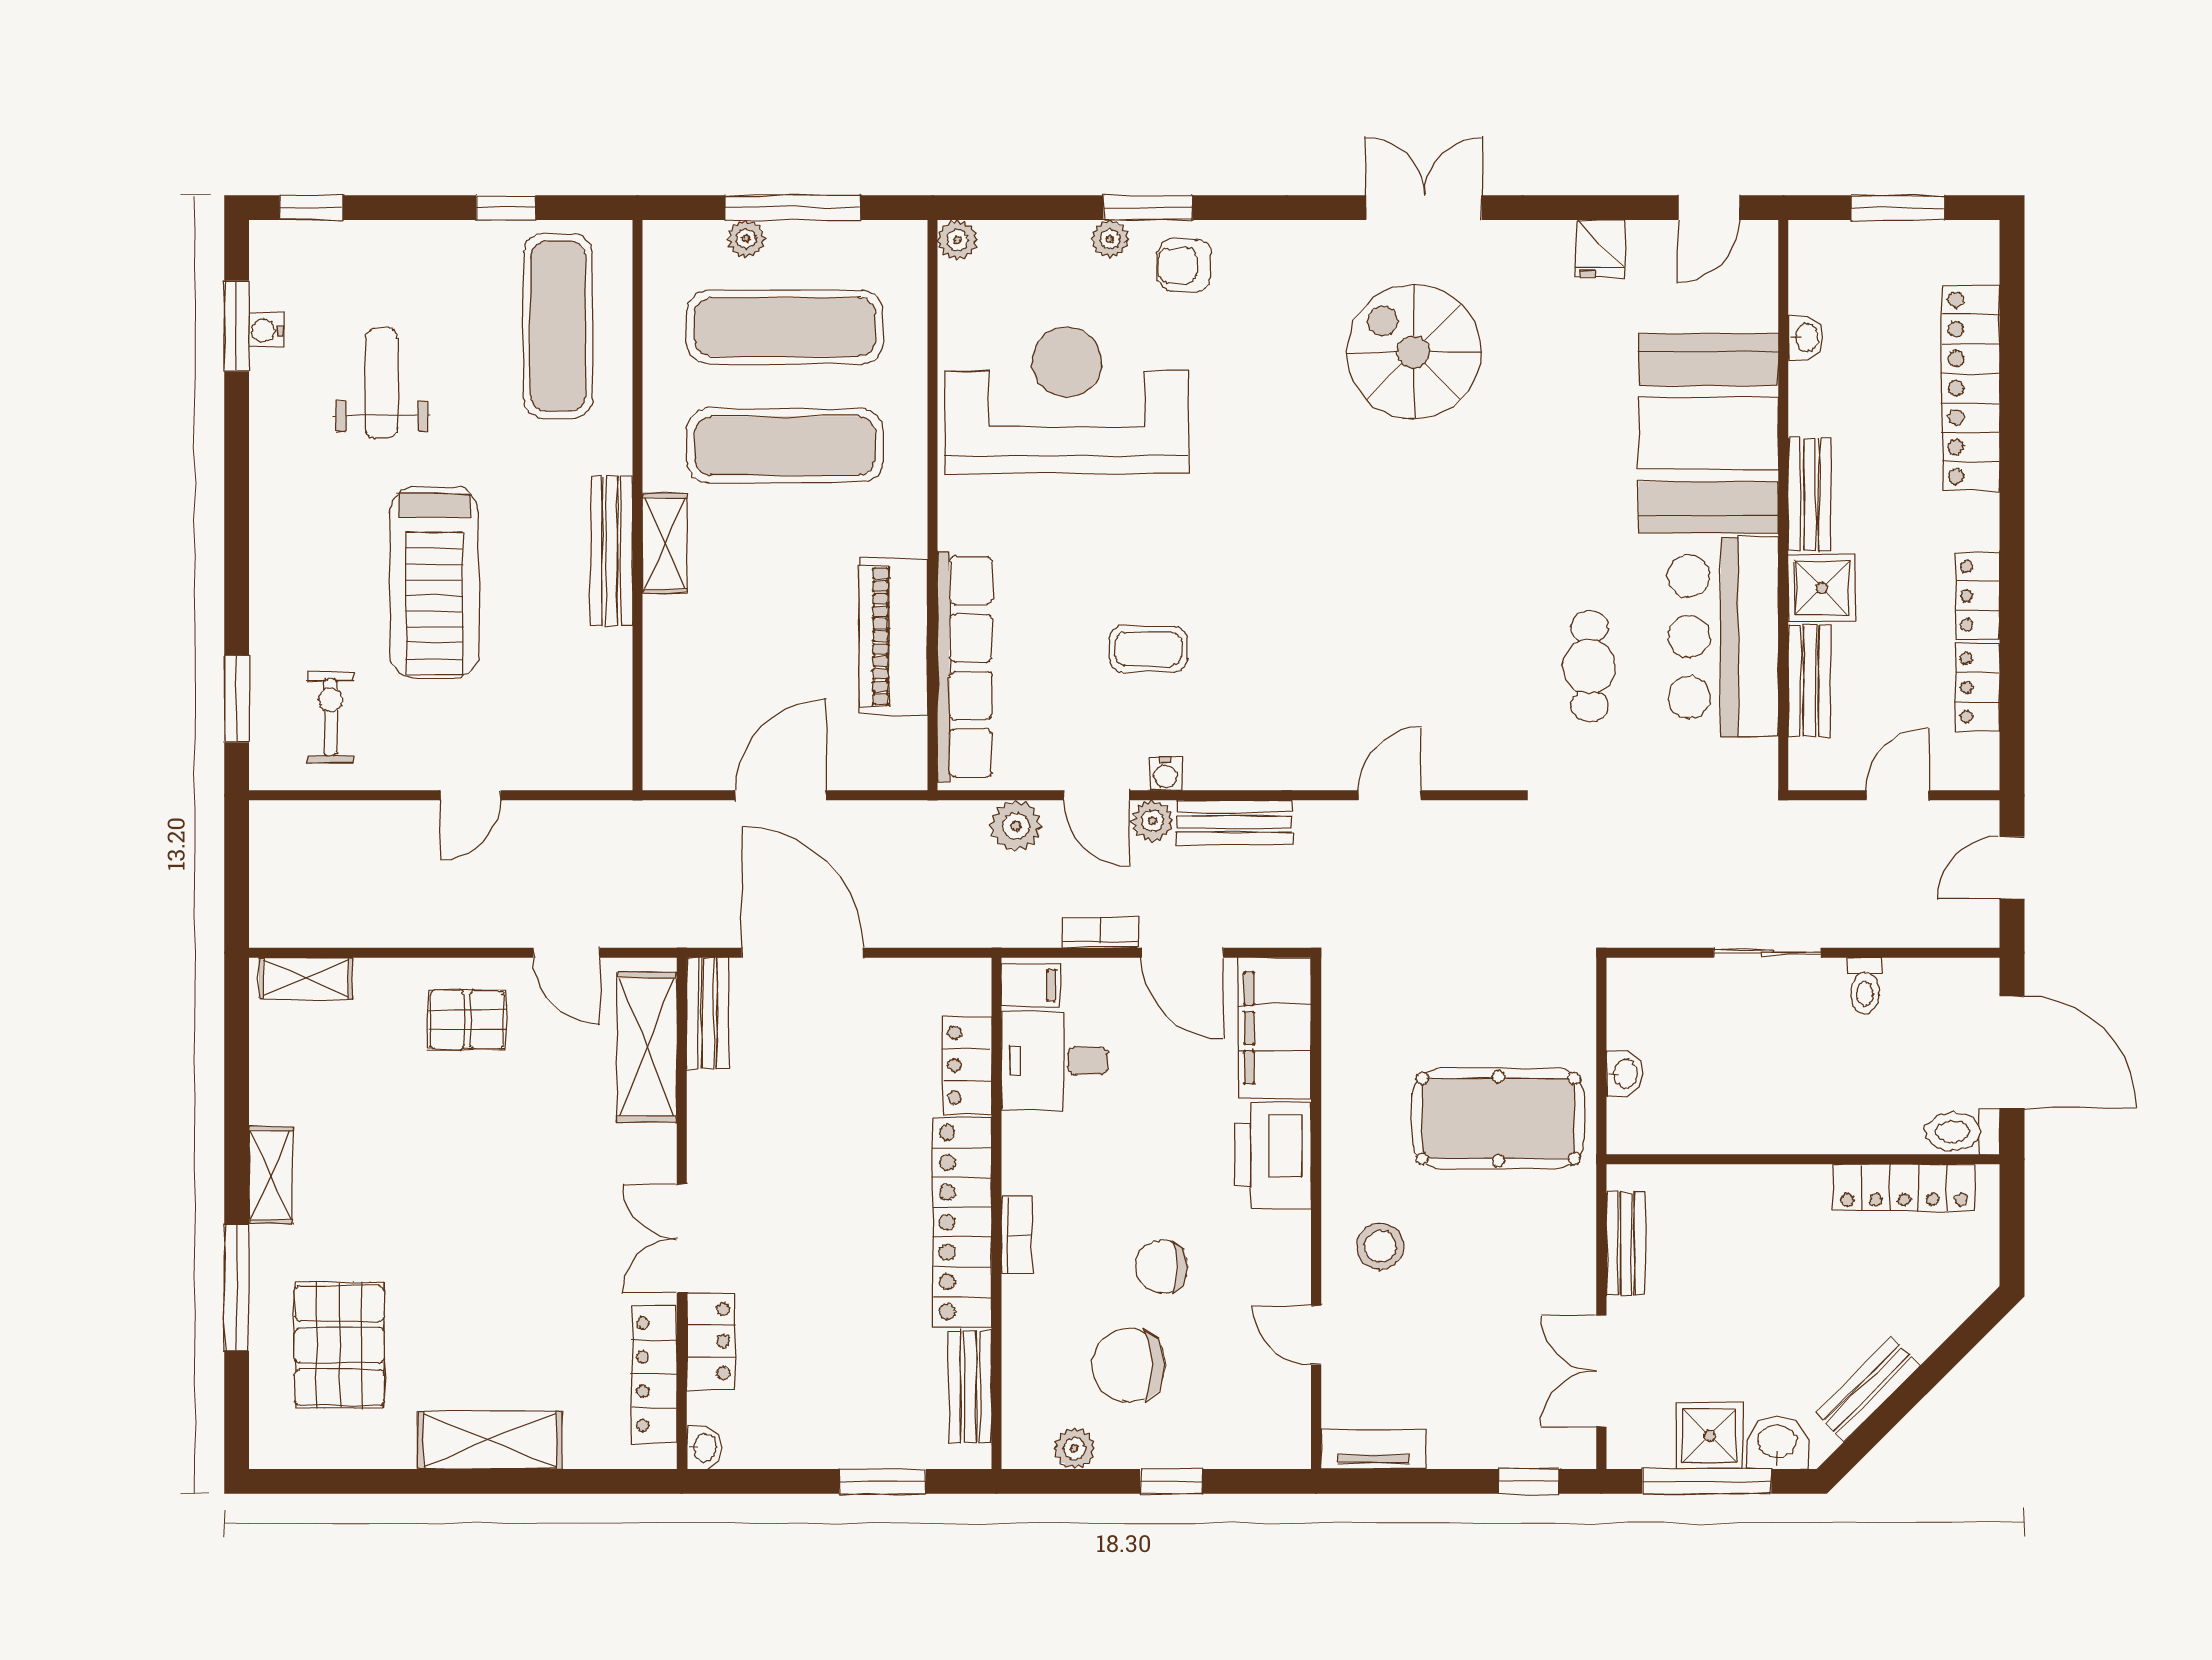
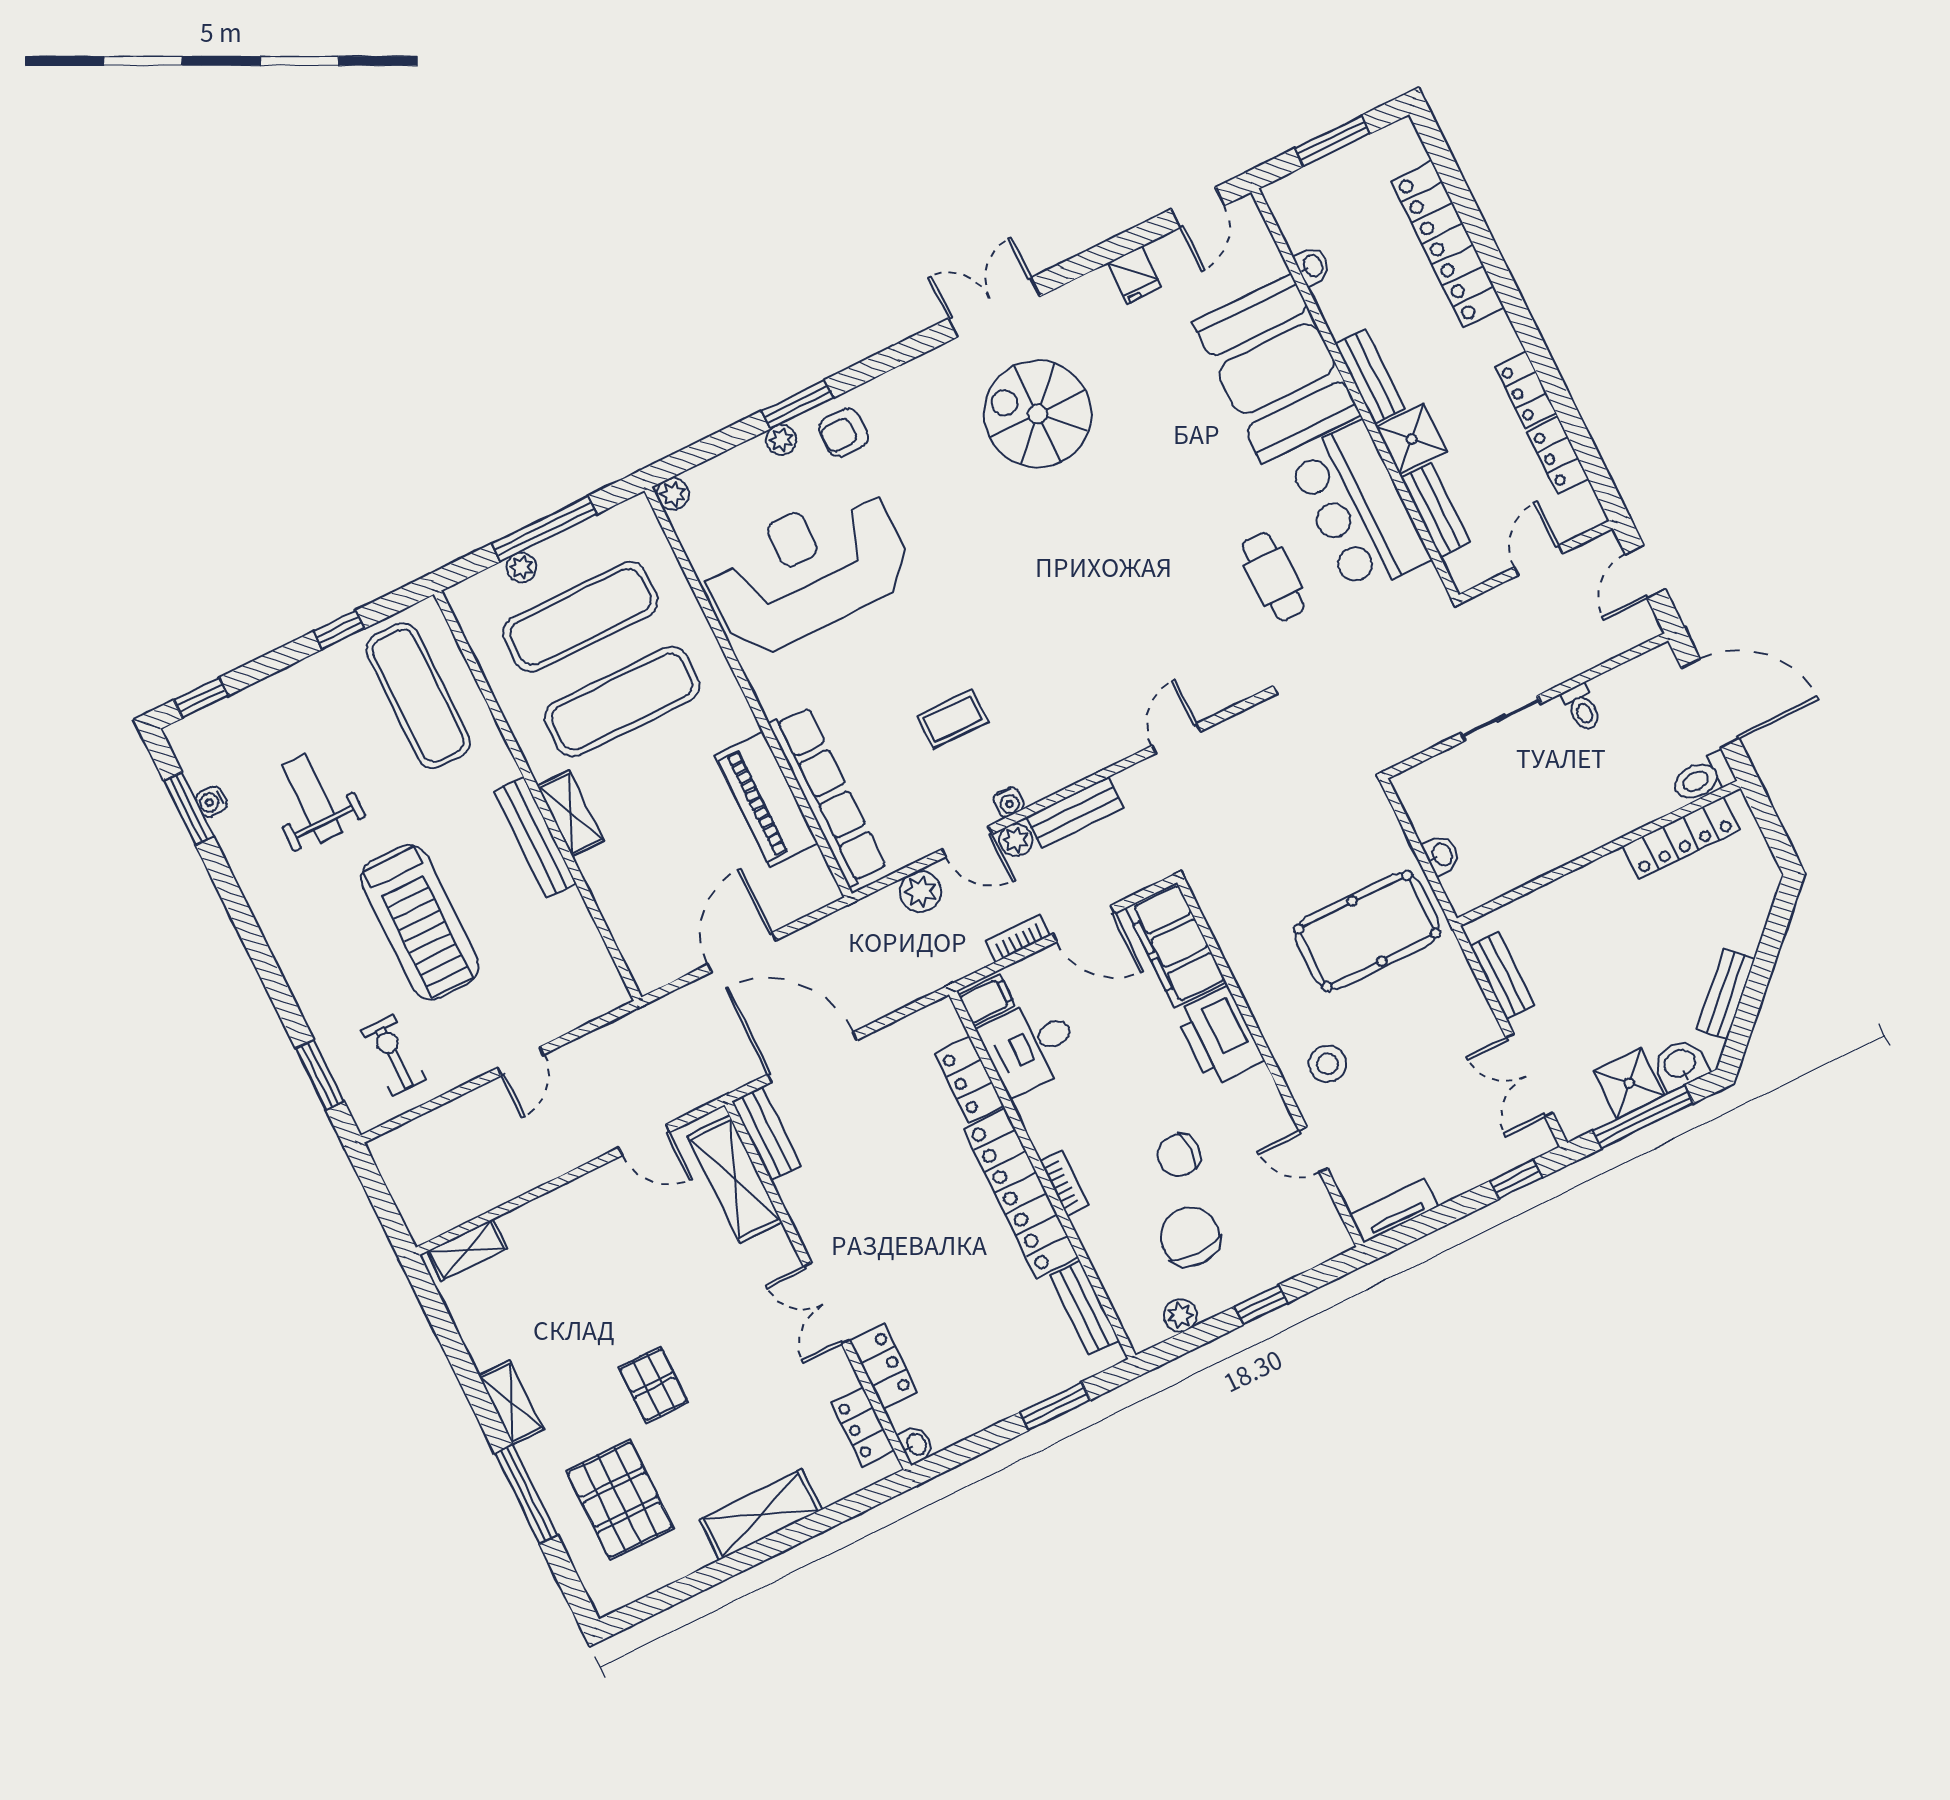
pallet: (467, 1020) -> (653, 1385), moved, turned 90
chair: (1129, 1365) -> (1190, 1237), turned 90
locker: (654, 1374) -> (863, 1426), width x0.66

